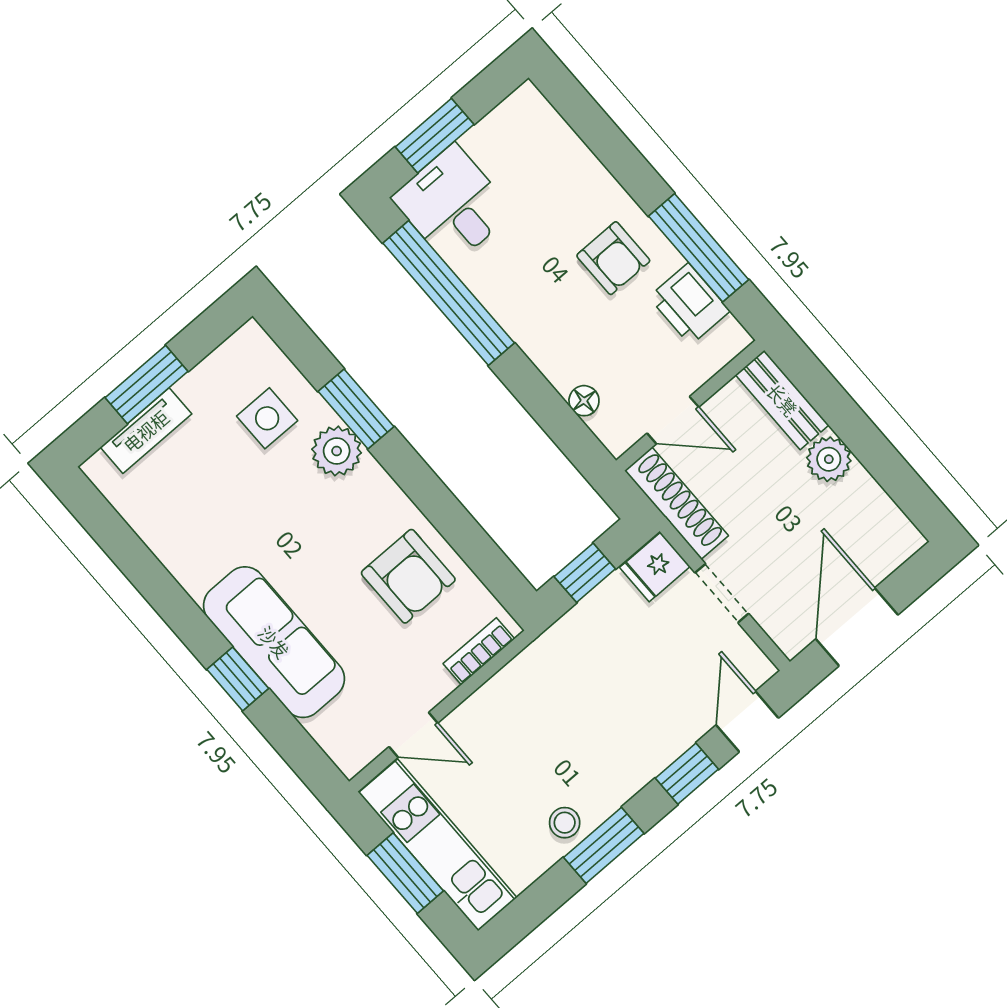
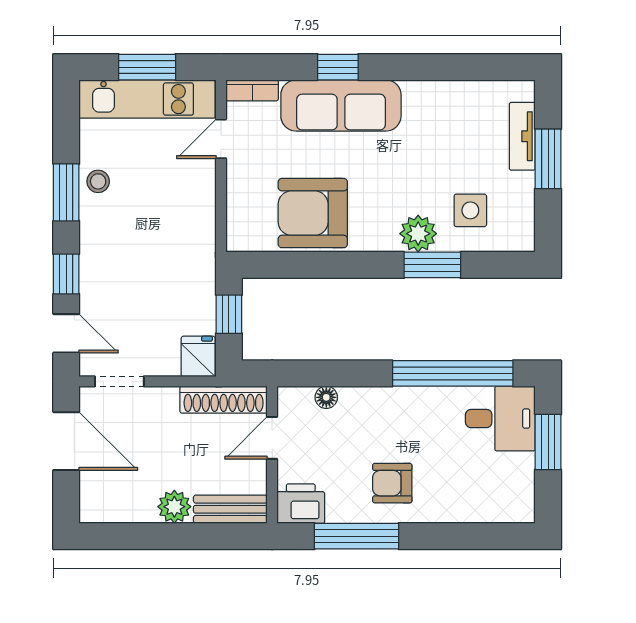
printer: (689, 304) -> (301, 504), moved
armchair: (408, 576) -> (313, 213), width x1.36, depth x1.36
doorway: (722, 593) -> (119, 381), moved
bookcase: (479, 651) -> (252, 90), moved, turned 90

